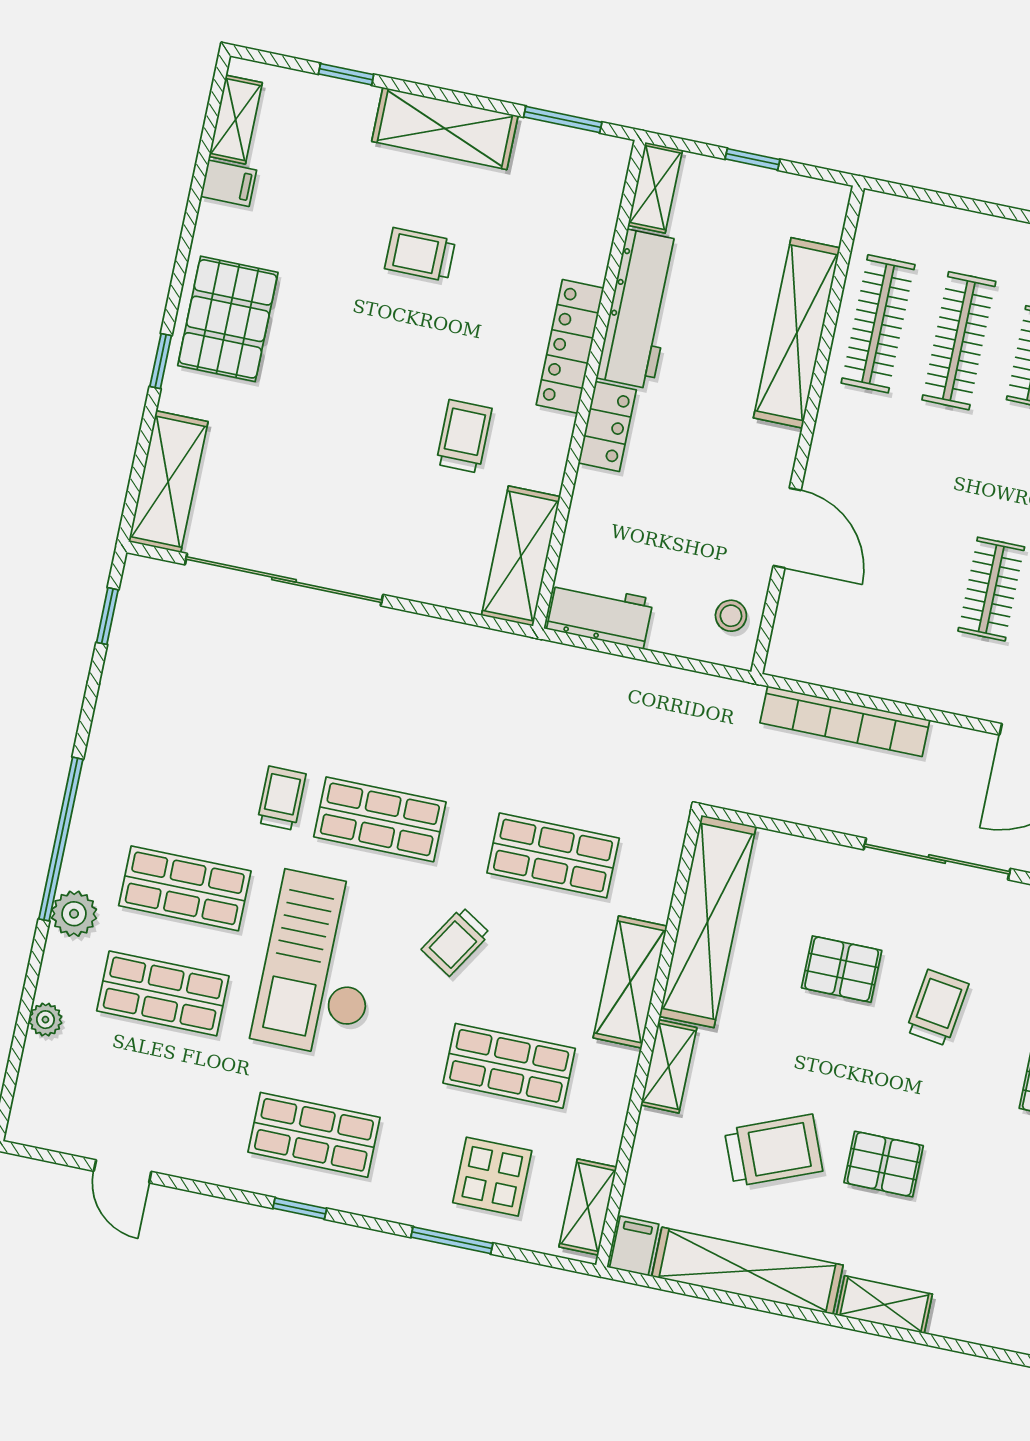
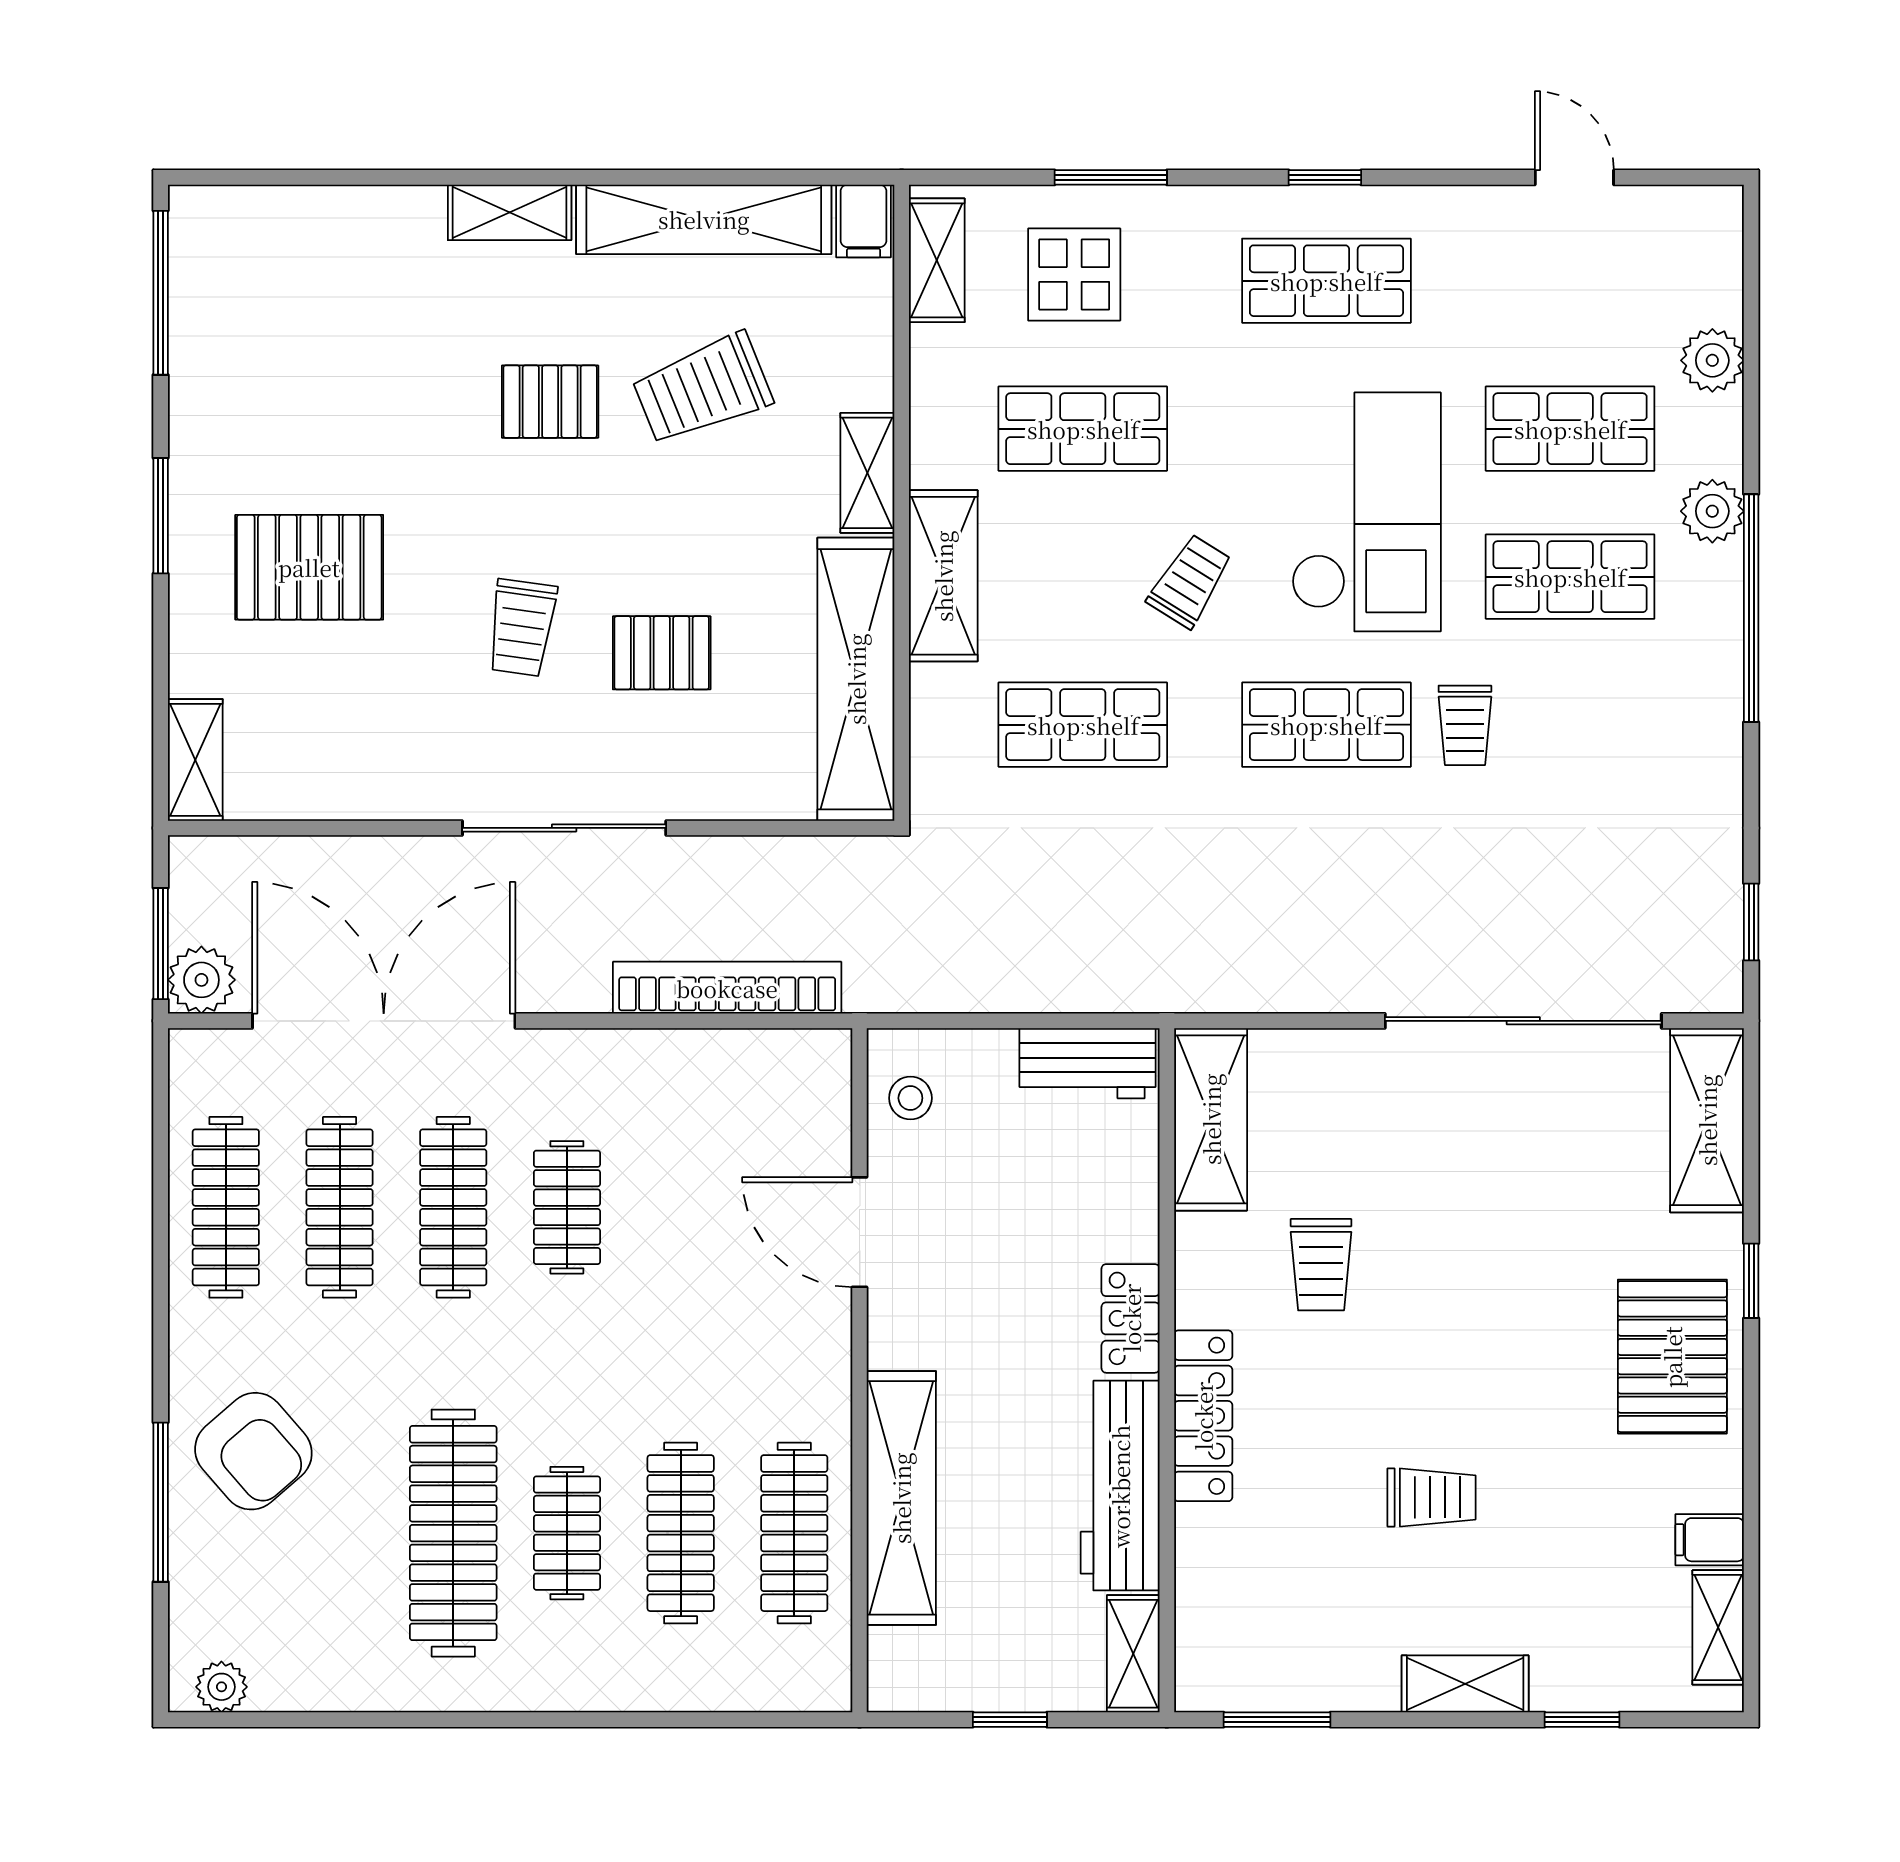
shelving: (445, 129) -> (1465, 1684), width x0.67, depth x0.75
plant: (45, 1020) -> (1712, 360), width x1.38, depth x1.38

